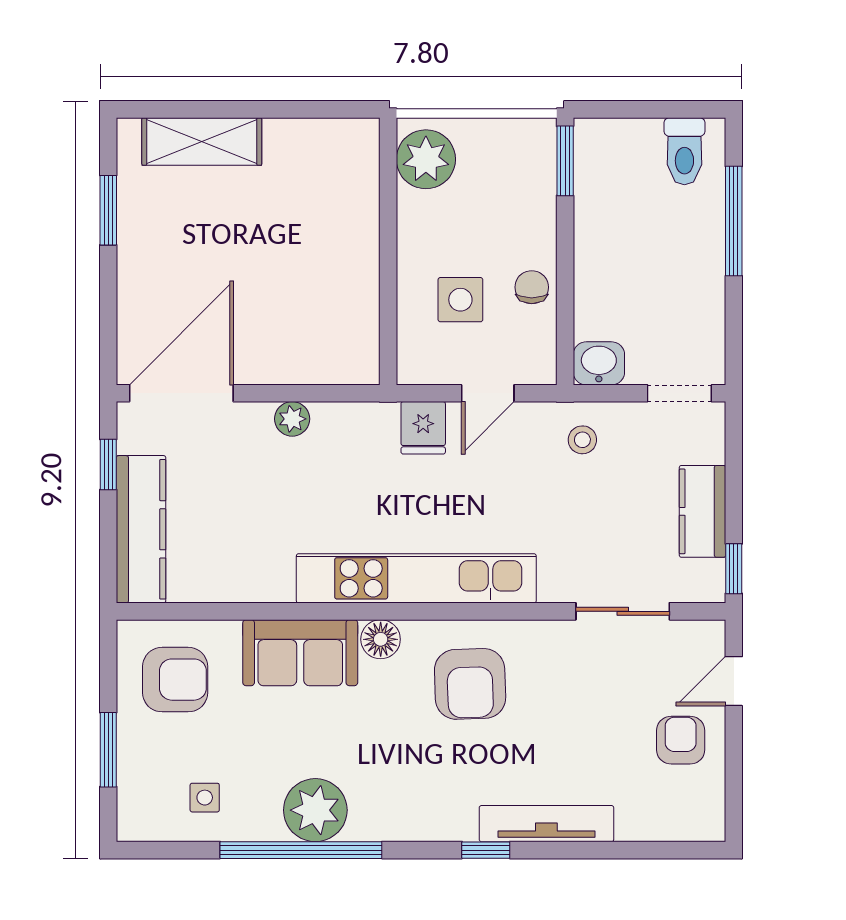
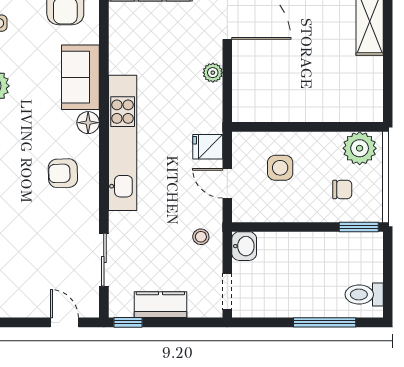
chair: (532, 287) -> (342, 189), moved
armchair: (470, 684) -> (63, 173), width x0.72, depth x0.72
armchair: (681, 740) -> (31, 292), removed

